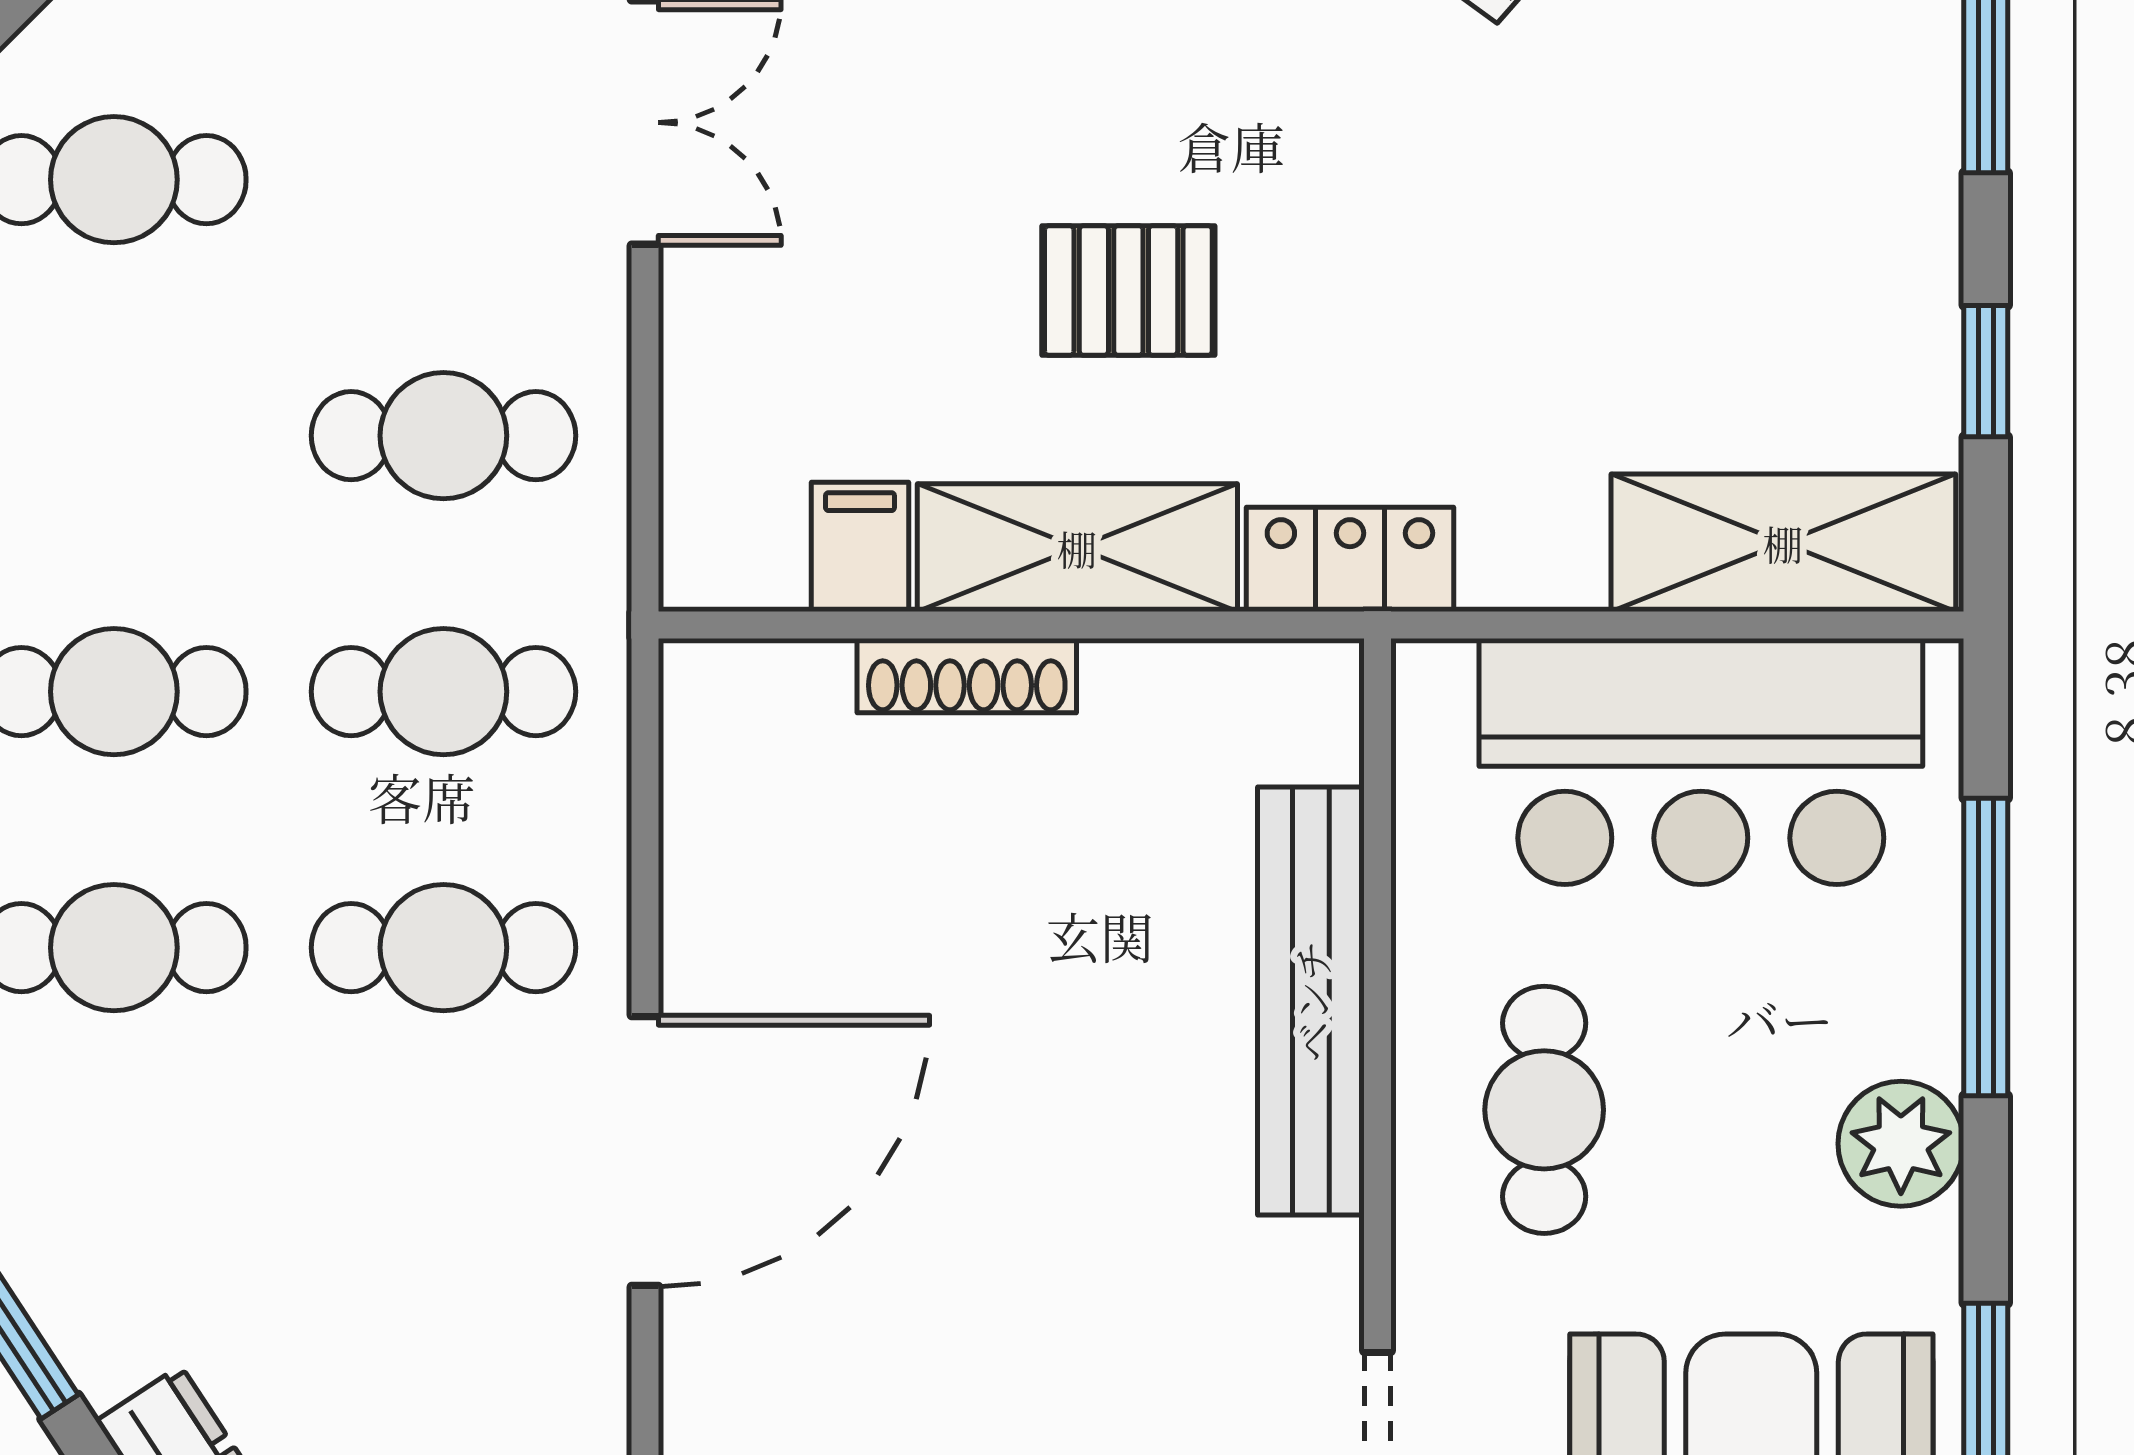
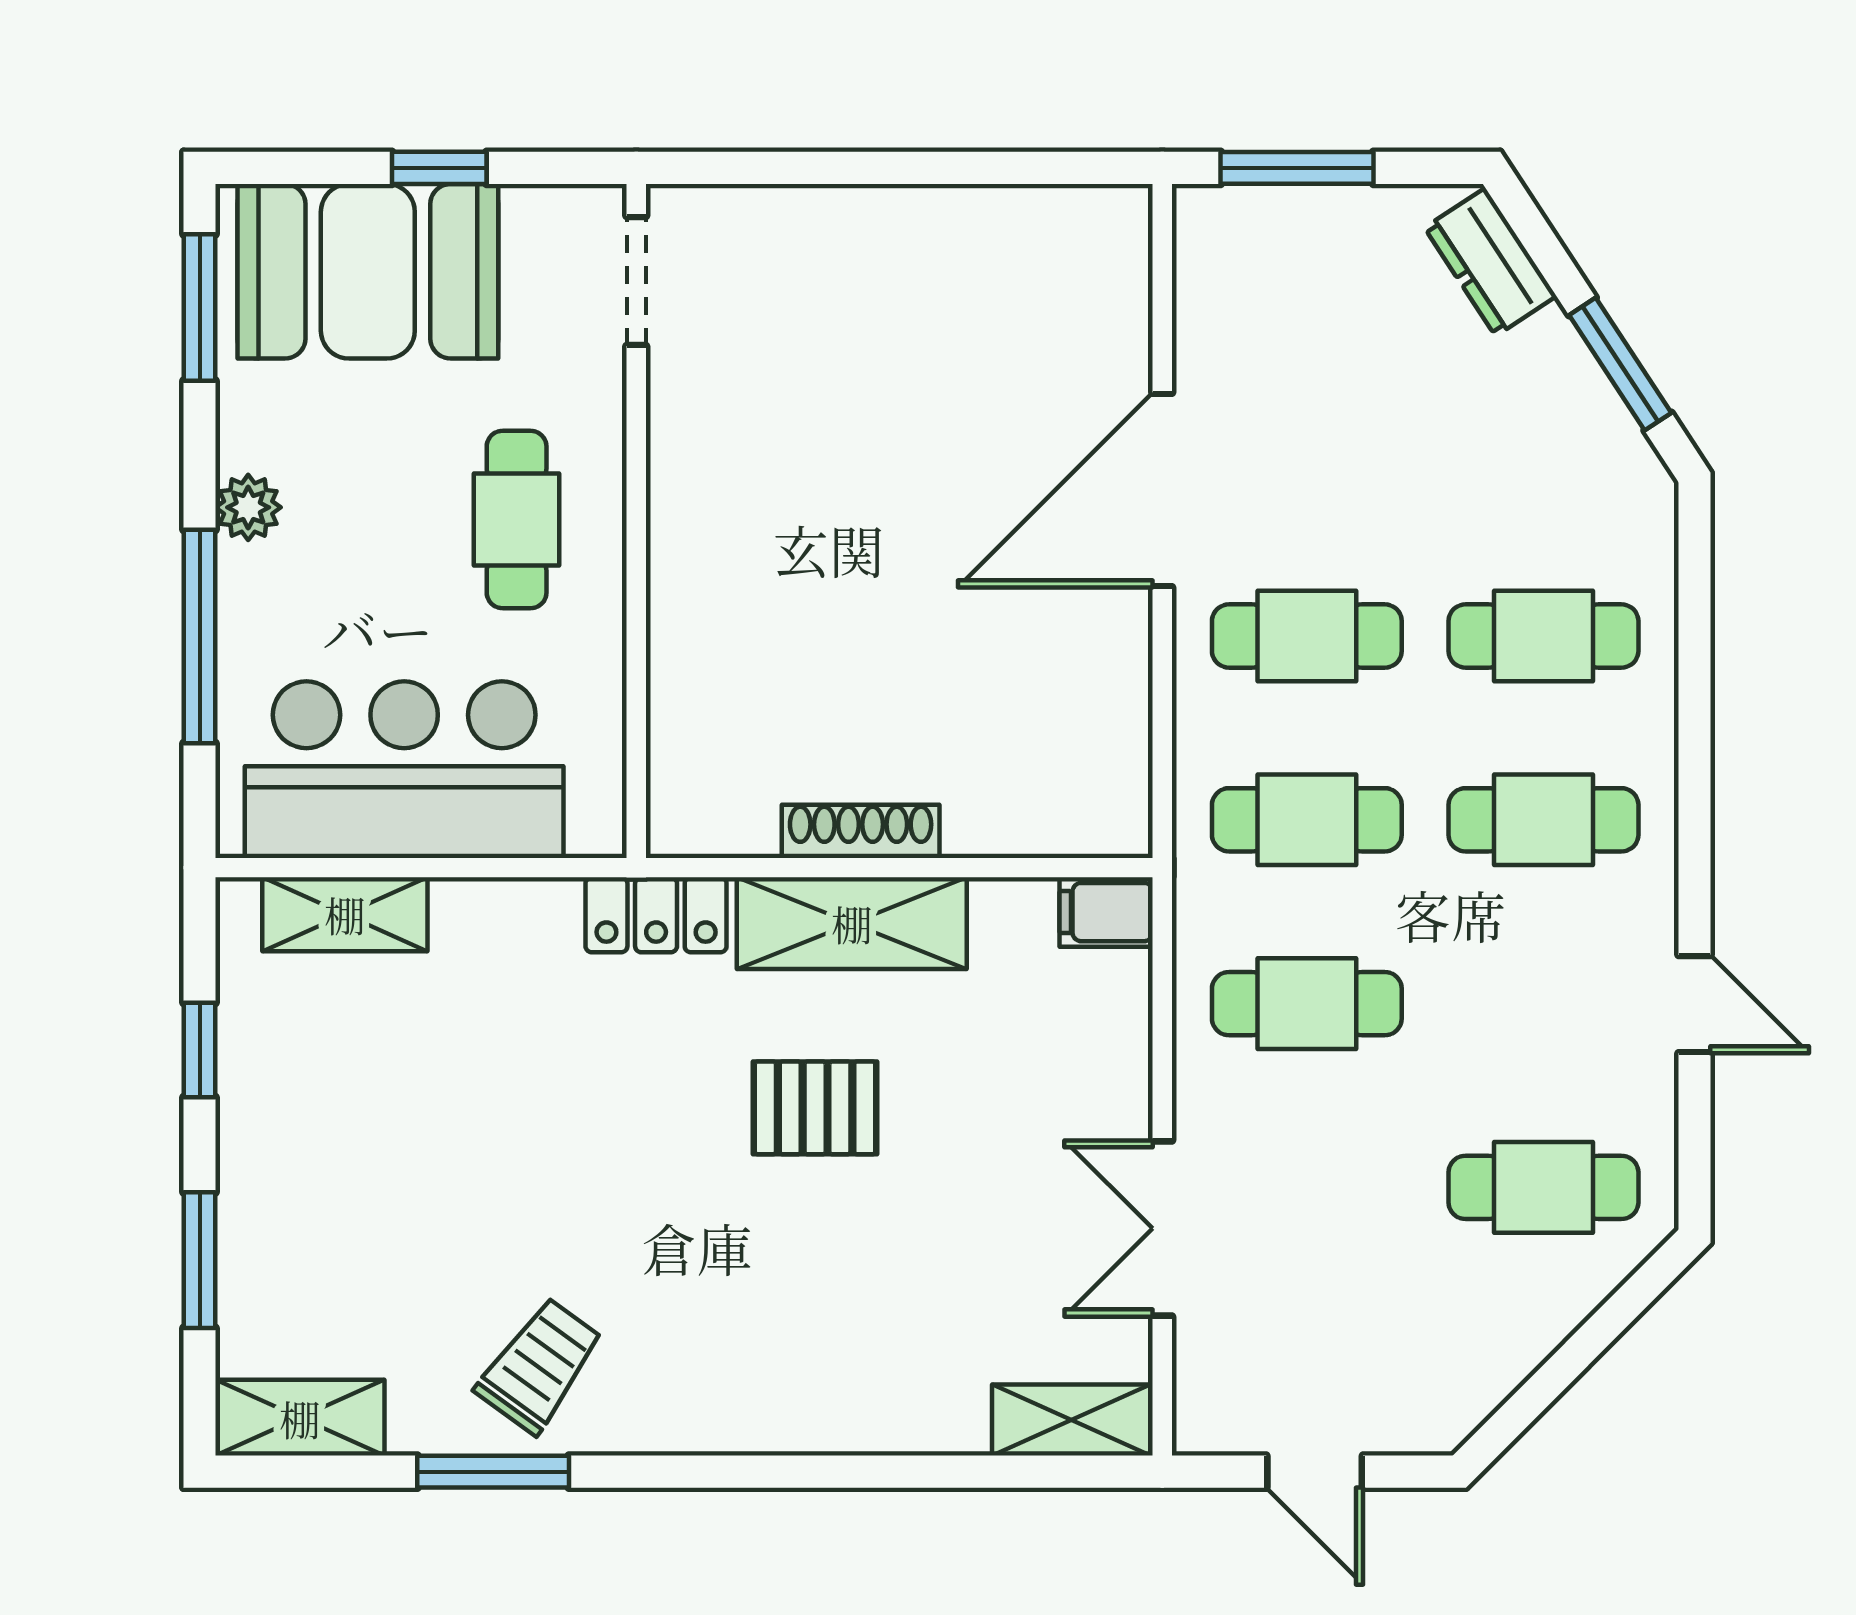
shelving: (1783, 543) -> (345, 914), width x0.67, depth x0.75
filing cabinet: (860, 547) -> (1106, 912), moved, turned 90
shoe rack: (967, 676) -> (861, 831), moved
bench: (1311, 1001) -> (684, 598), removed
plant: (1901, 1144) -> (248, 507), width x0.73, depth x0.73

